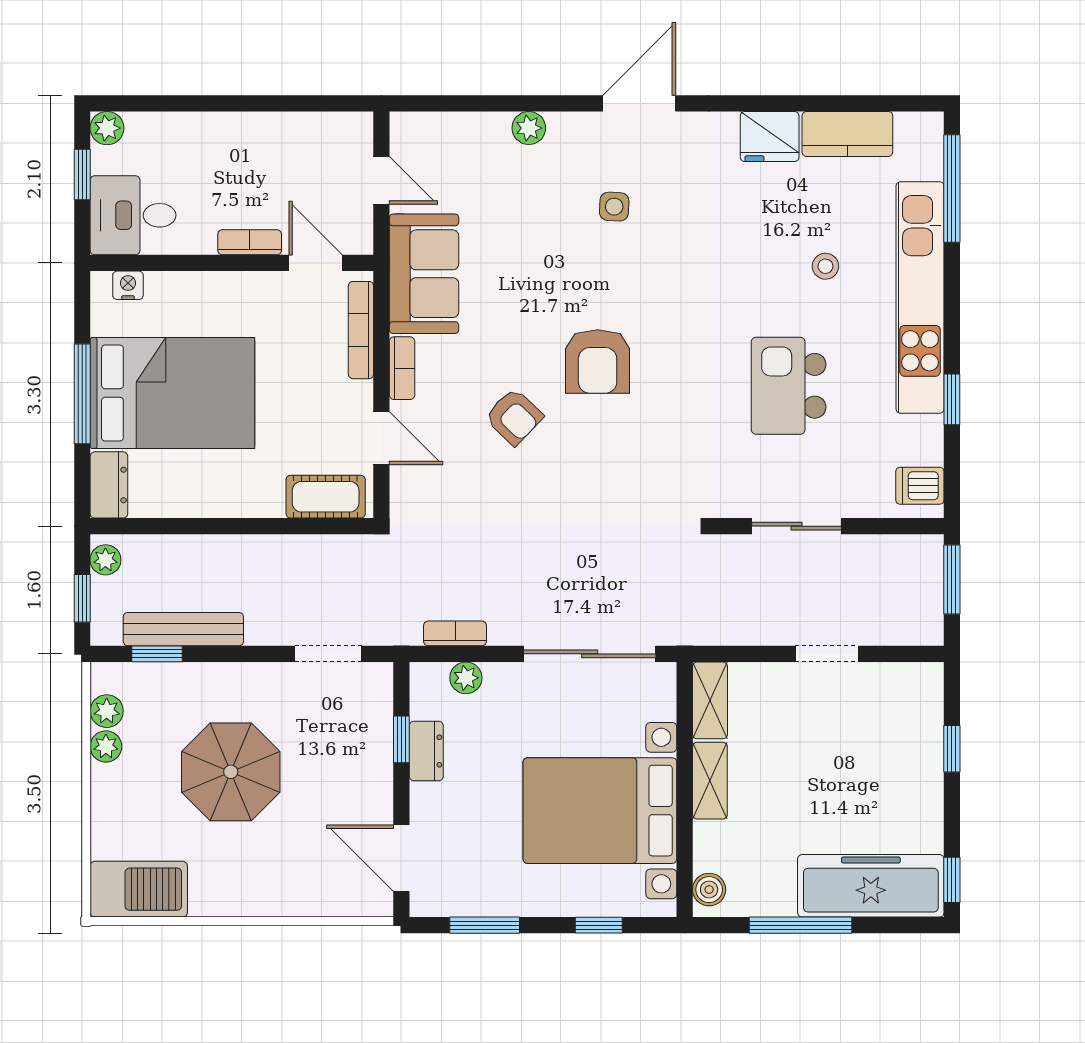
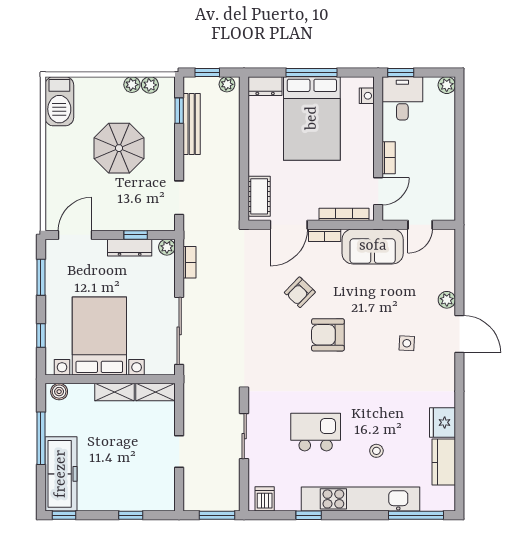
door: (639, 103) -> (459, 334), moved
window: (82, 175) -> (401, 72), moved
door: (381, 438) -> (289, 225), width x1.37
plant: (466, 678) -> (167, 247), moved
dresser: (426, 751) -> (130, 248), width x1.44

